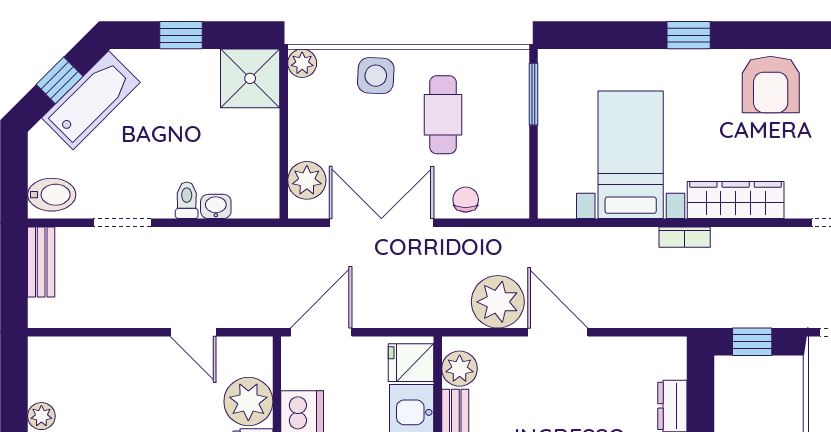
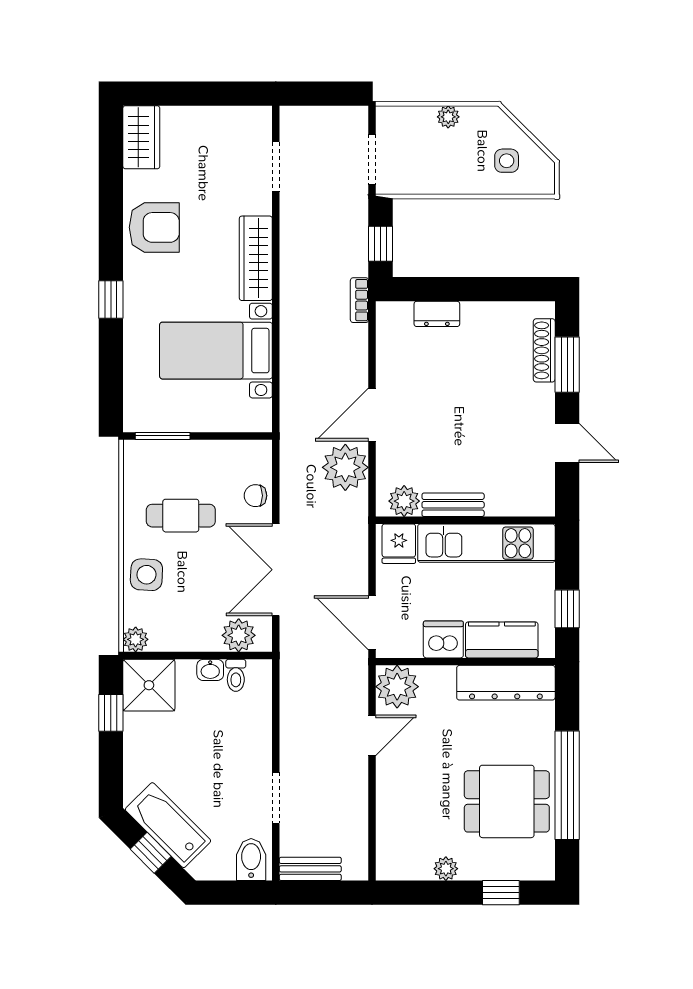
window: (181, 35) -> (111, 713), moved
toilet: (187, 200) -> (236, 675), moved, turned -90
washbasin: (216, 206) -> (210, 670), moved, turned -90
bookcase: (685, 237) -> (359, 300), moved, turned 180
plant: (248, 402) -> (397, 687), moved

